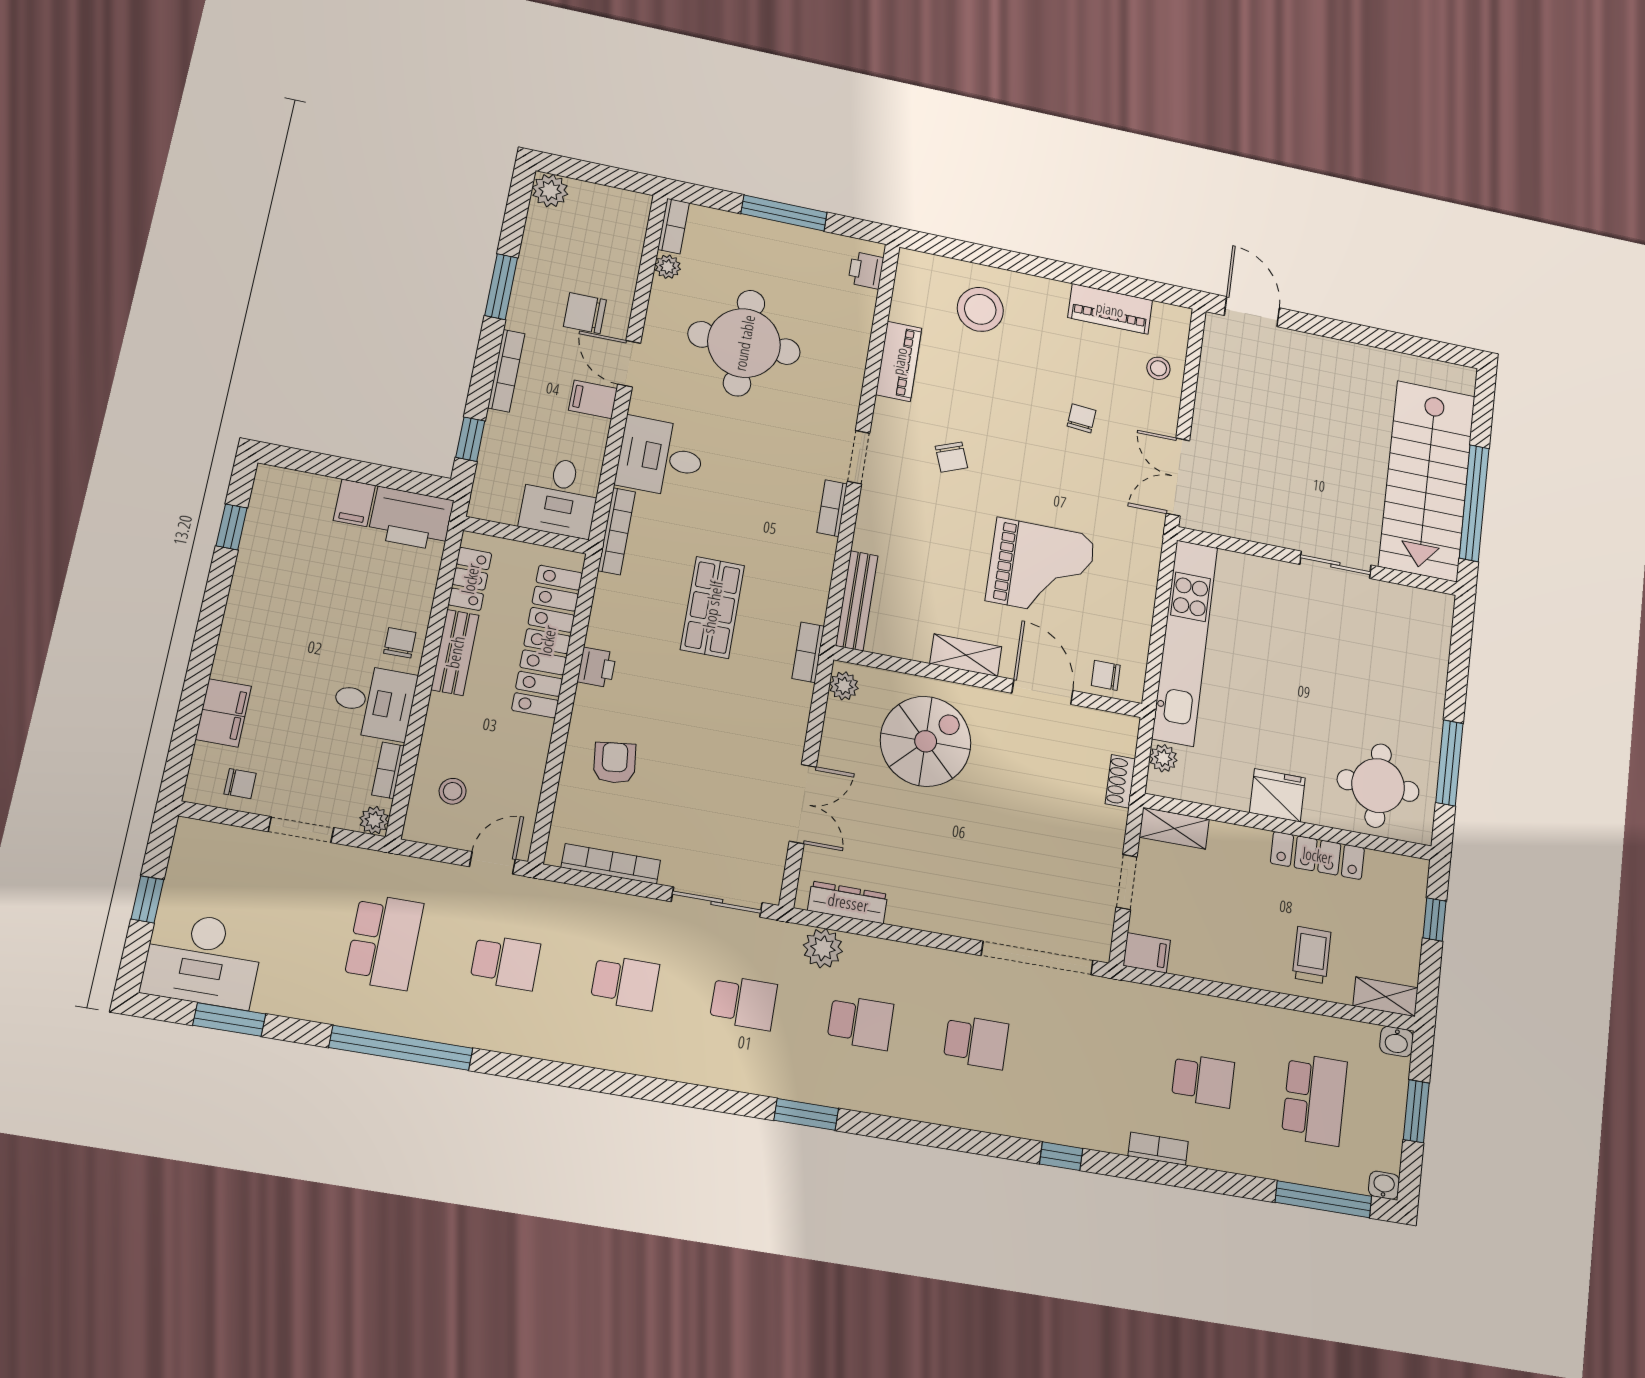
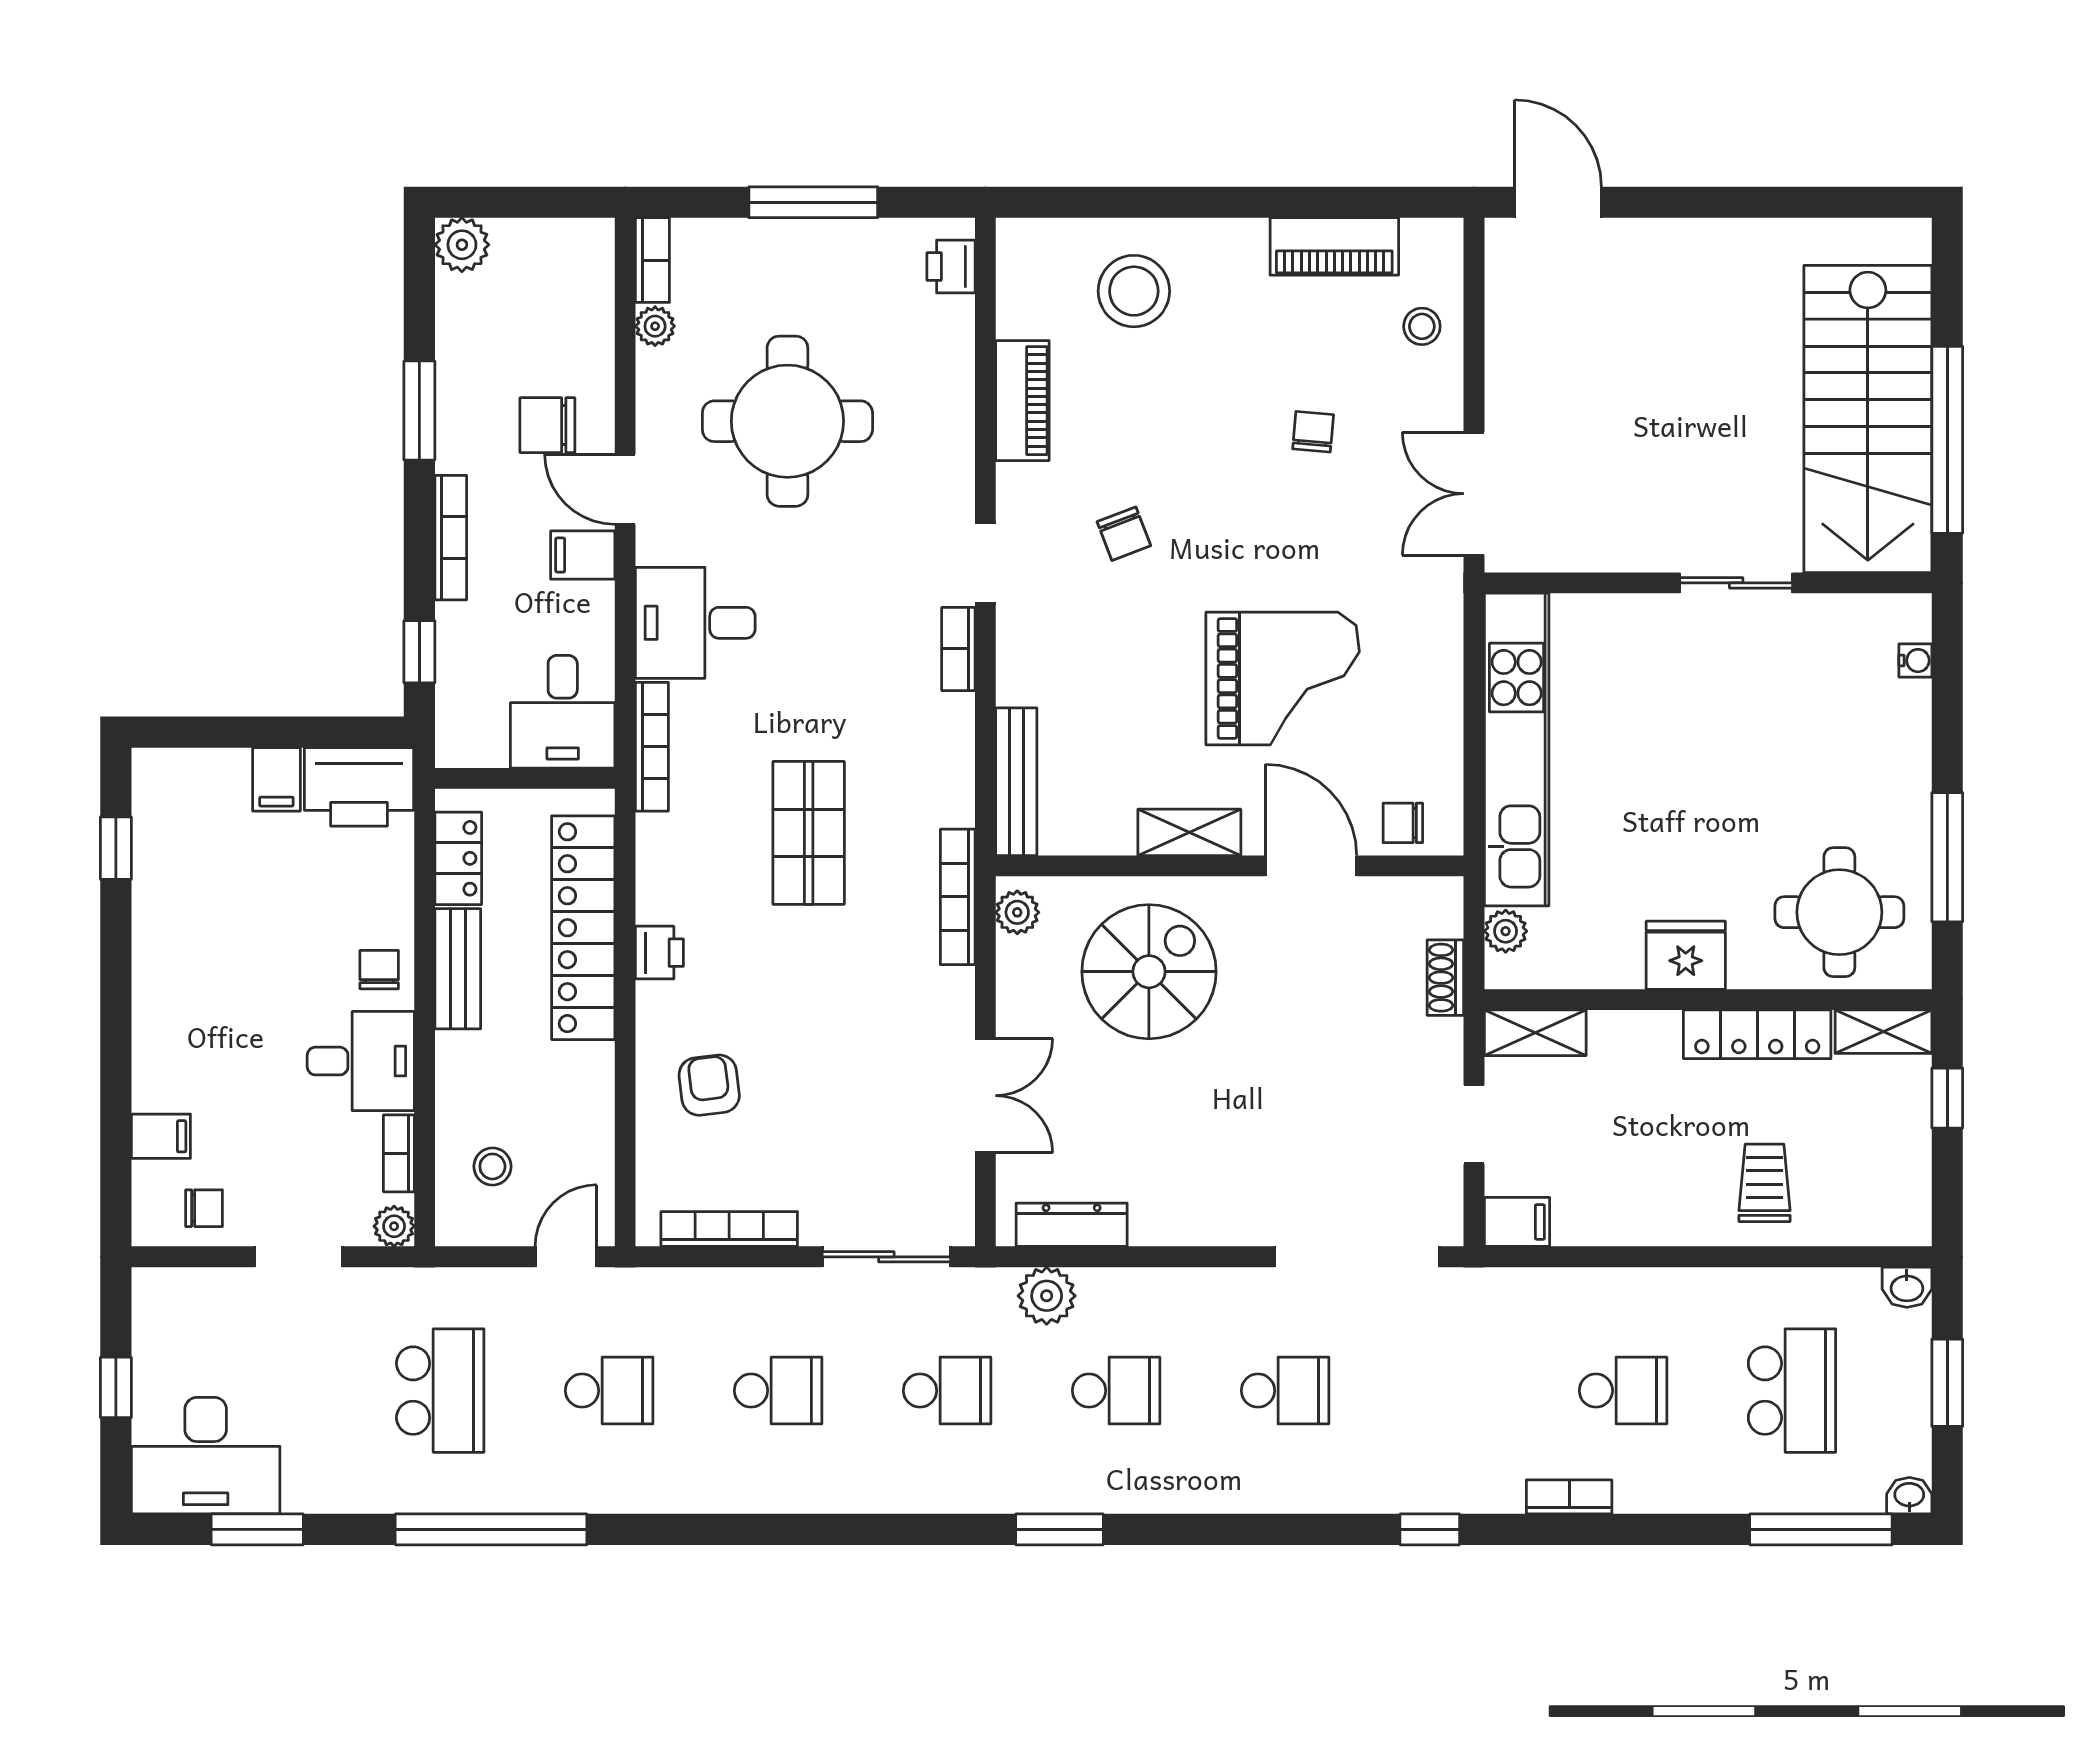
water cooler: (1441, 635) -> (1915, 661), added
bookcase: (808, 652) -> (958, 897), width x1.56
filing cabinet: (223, 713) -> (161, 1136), width x0.50
shelving: (1385, 997) -> (1883, 1032), moved

